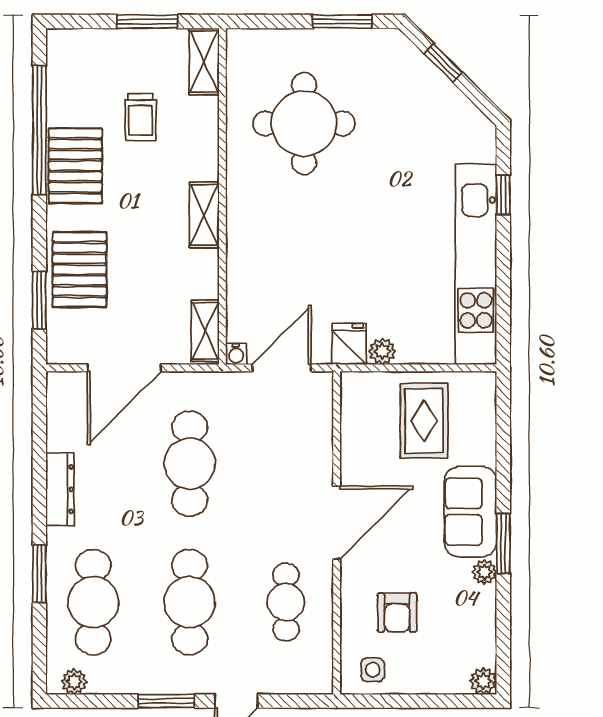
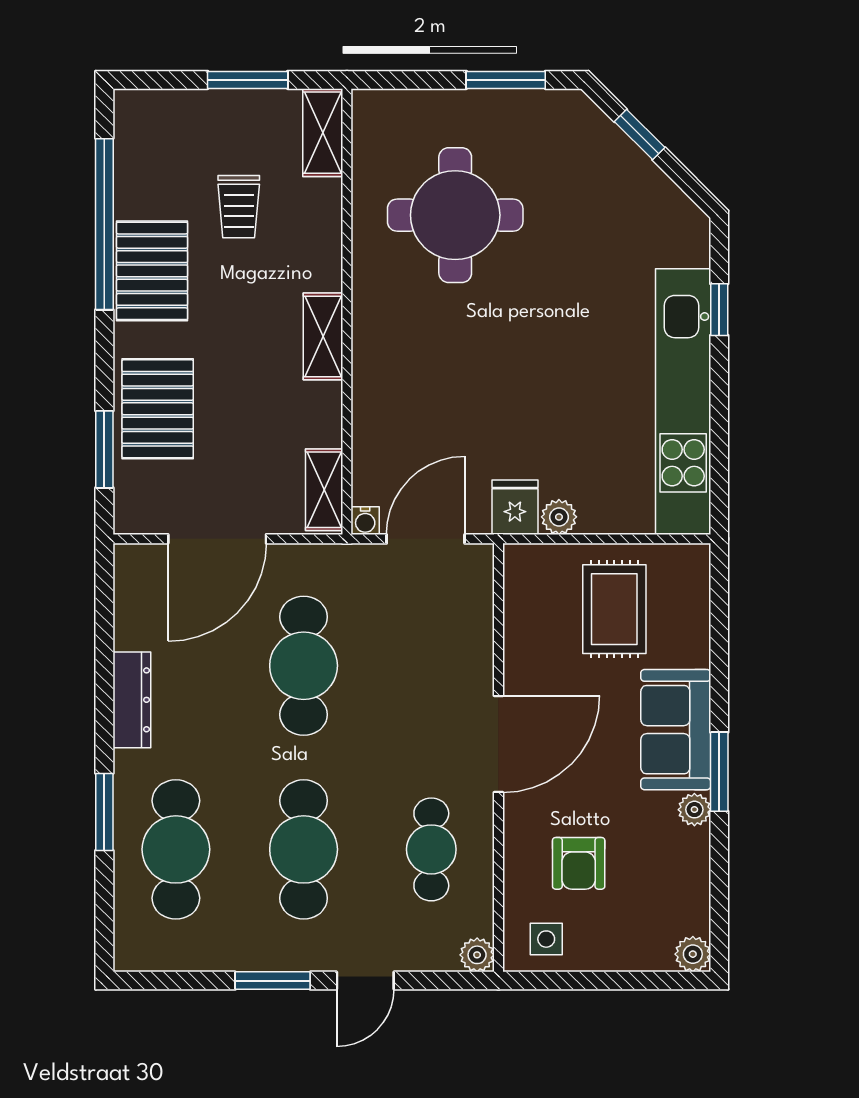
plant: (74, 682) -> (477, 955), moved

